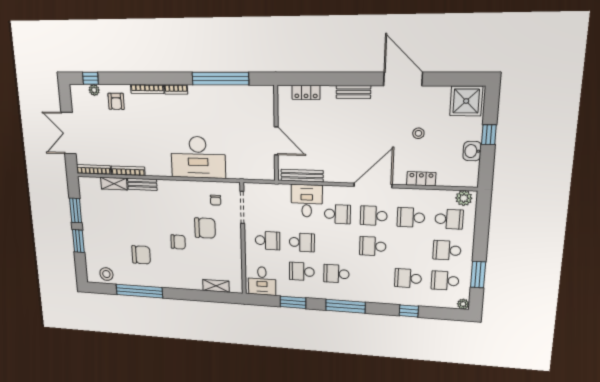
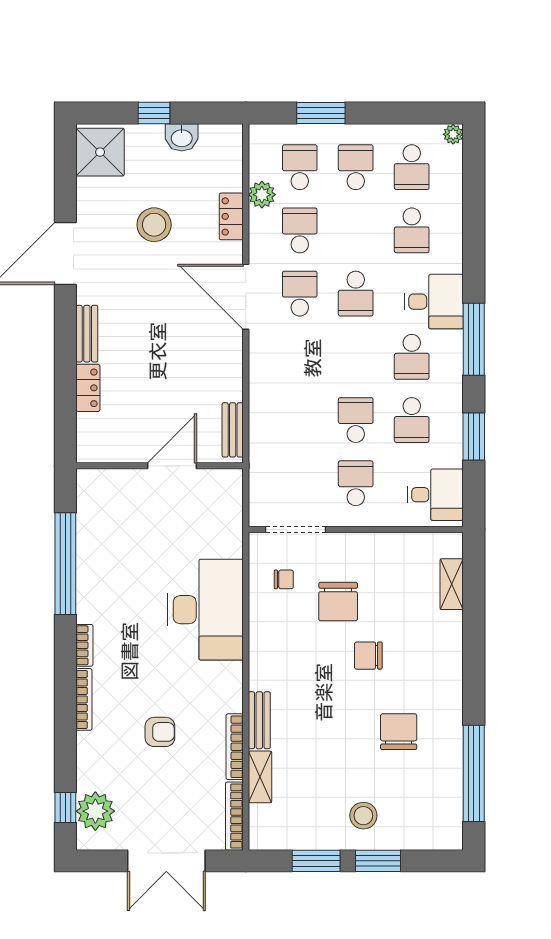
plant: (94, 90) -> (95, 811), width x1.87, depth x1.87
locker: (306, 92) -> (88, 388), moved
armchair: (116, 101) -> (160, 732), moved
stool: (418, 133) -> (154, 225), width x1.89, depth x1.89
bench: (302, 176) -> (233, 430), width x0.73
plant: (464, 198) -> (262, 195), moved
desk: (307, 201) -> (434, 302), moved, turned 180
school desk: (337, 214) -> (300, 357), removed
school desk: (374, 216) -> (300, 294), turned 180
school desk: (411, 217) -> (300, 230), turned 180
chair: (205, 228) -> (338, 602), turned 180
chair: (178, 242) -> (368, 656), turned -92
school desk: (447, 250) -> (356, 167), turned 180
stool: (106, 274) -> (363, 816), moved
window: (478, 275) -> (321, 113), moved
window: (139, 291) -> (474, 773), moved
window: (409, 311) -> (474, 226), removed

